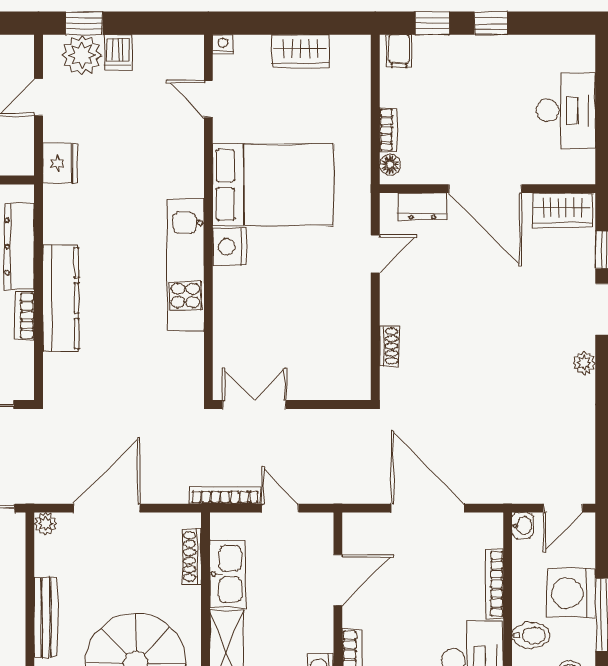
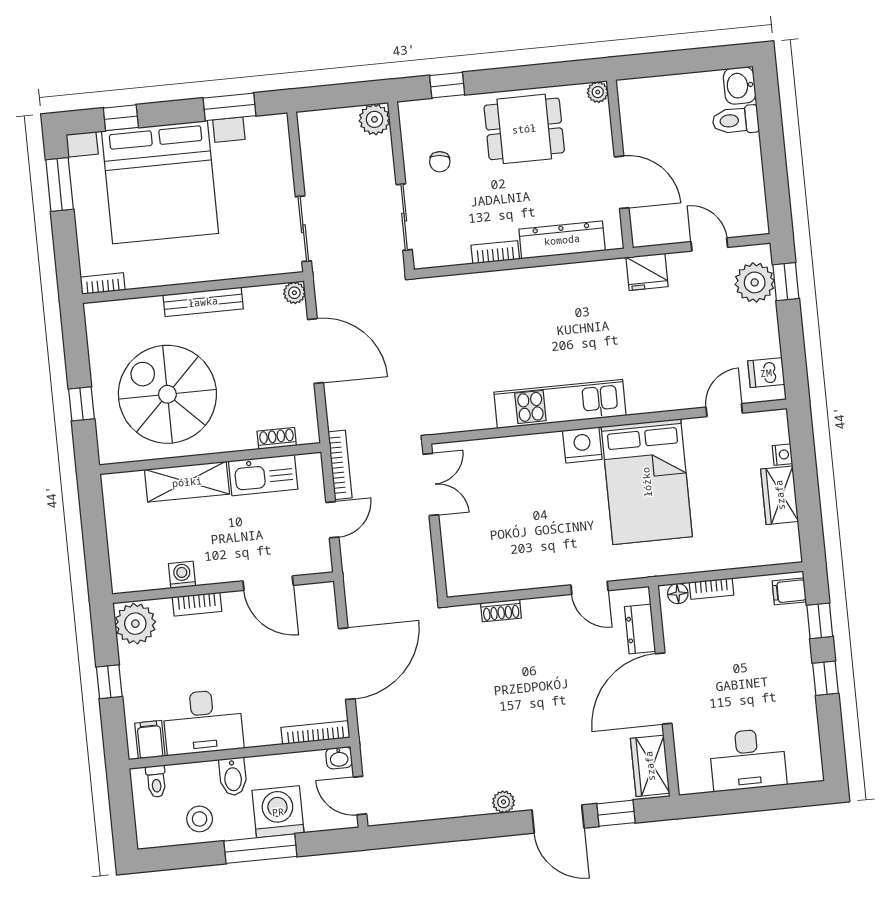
nightstand: (223, 44) -> (782, 455), moved
dishwasher: (118, 52) -> (766, 373), moved
kitchen counter: (61, 298) -> (516, 286), removed
shoe rack: (192, 557) -> (277, 438), width x0.70
bookcase: (495, 584) -> (315, 733), moved

